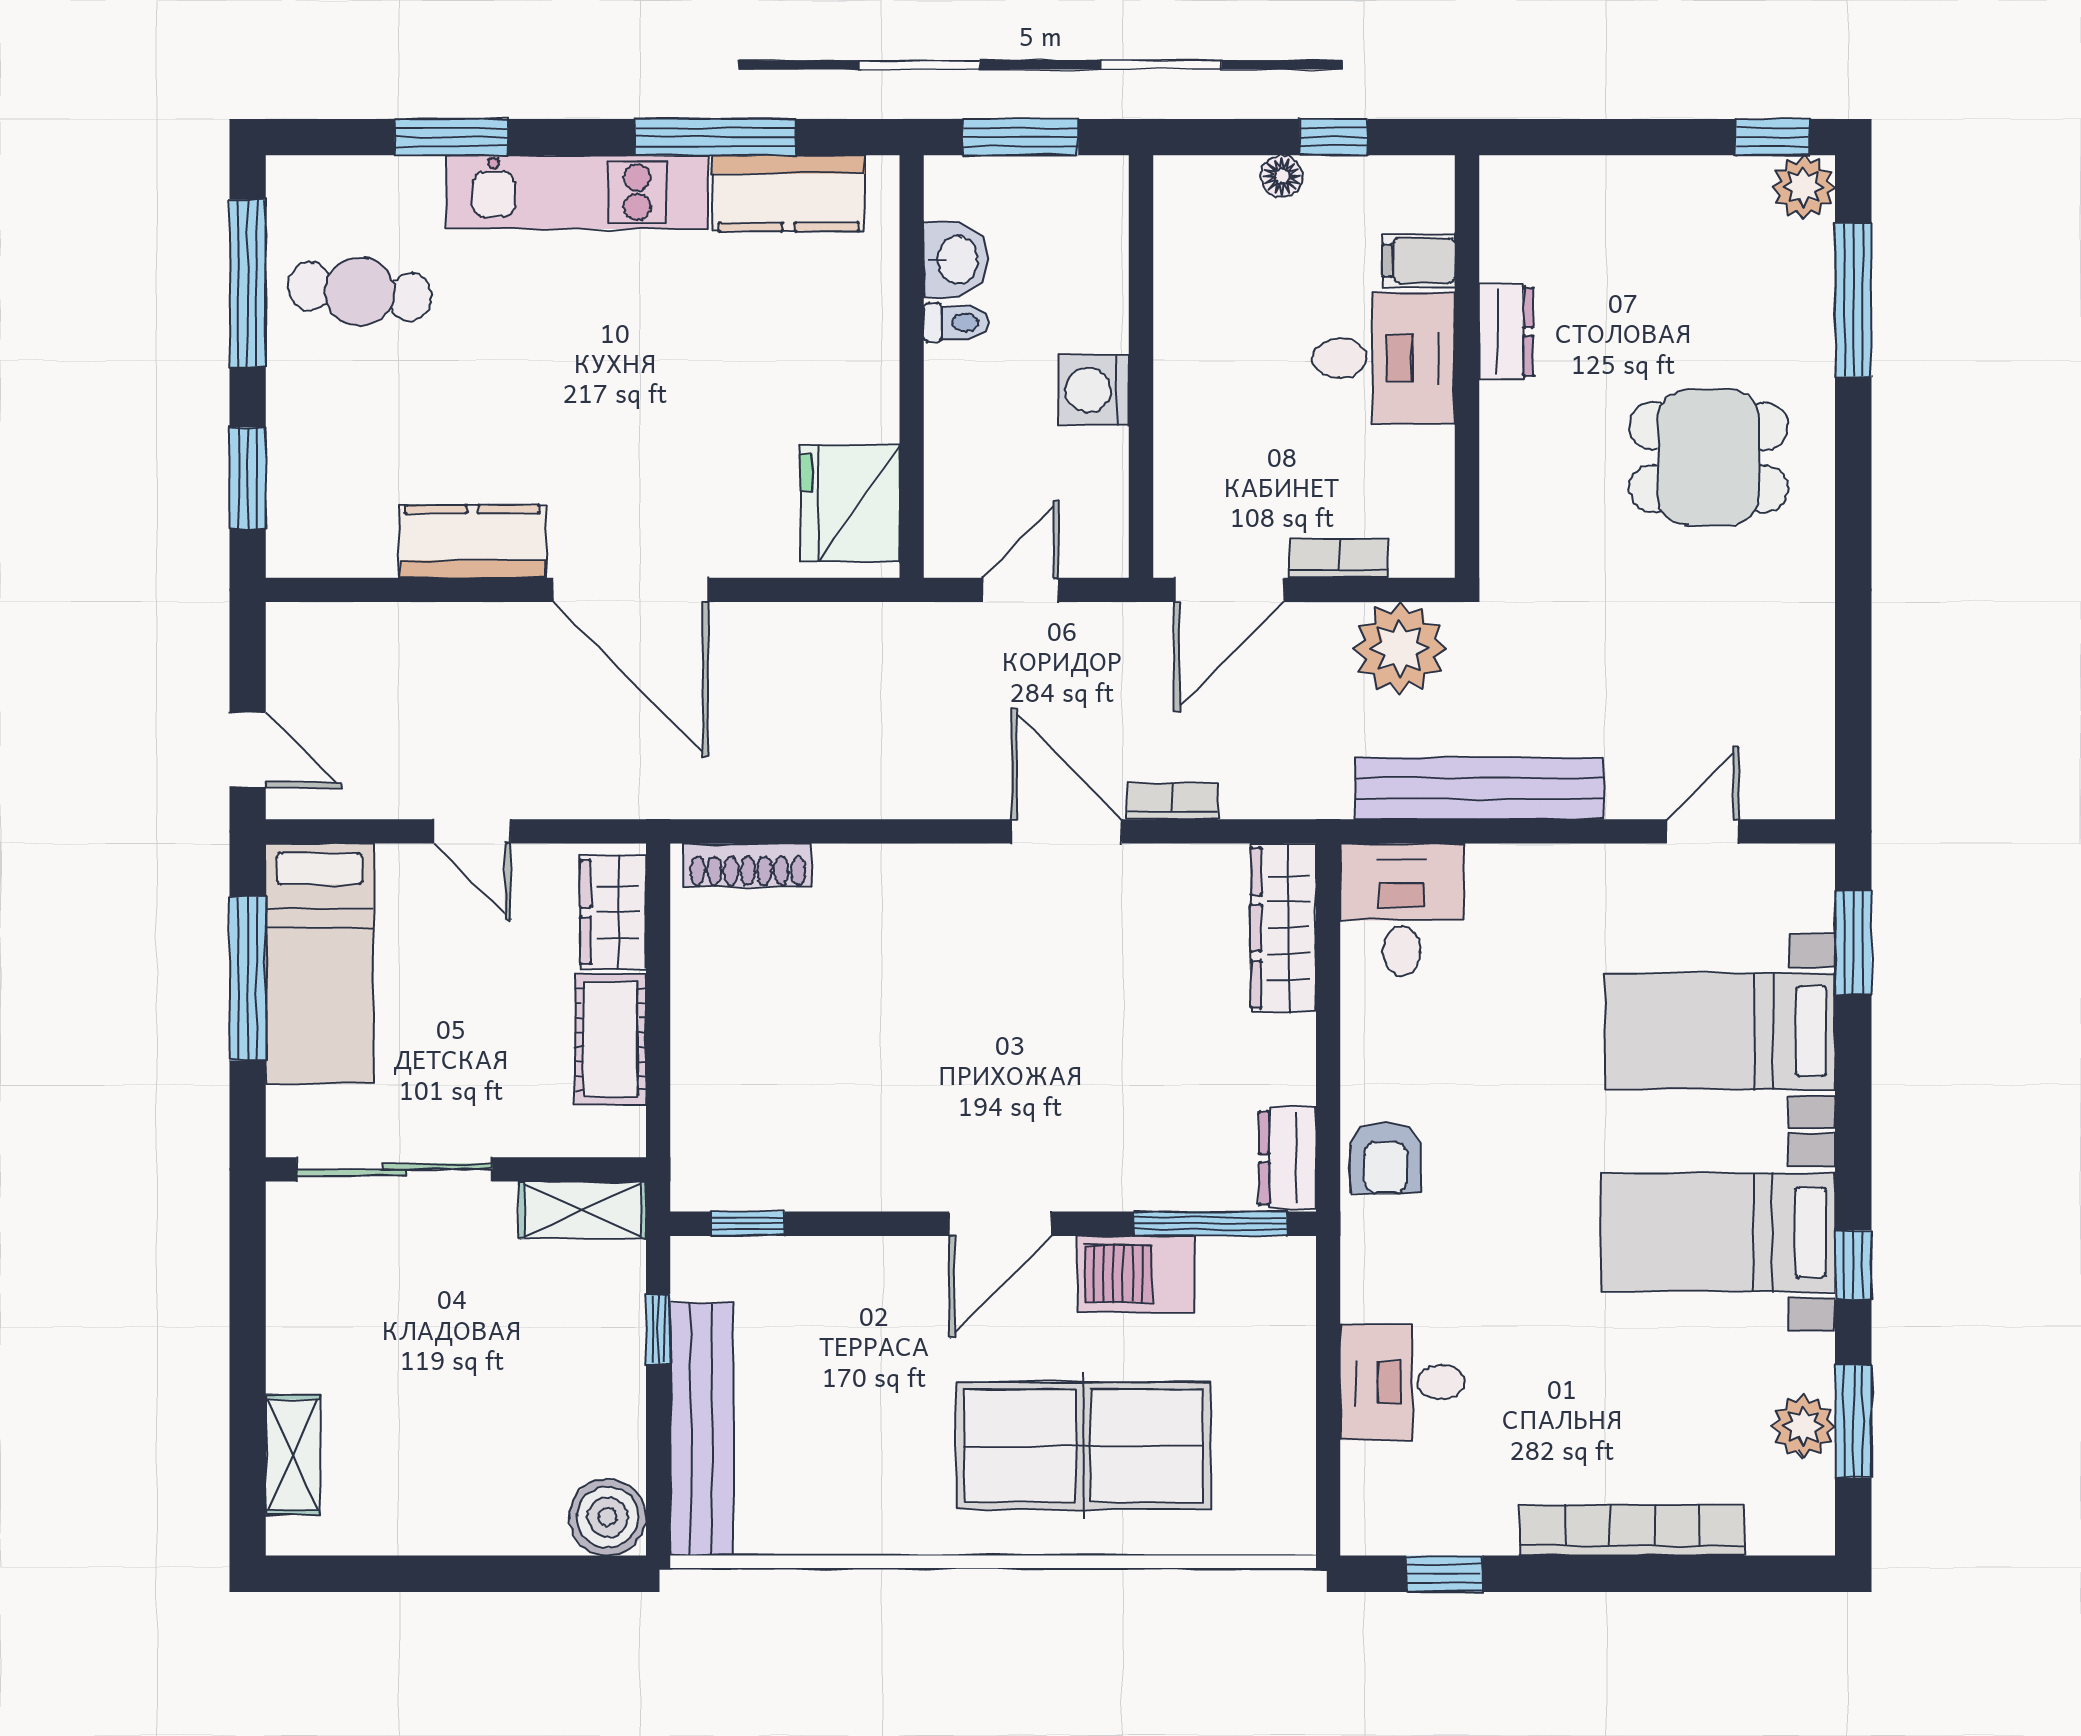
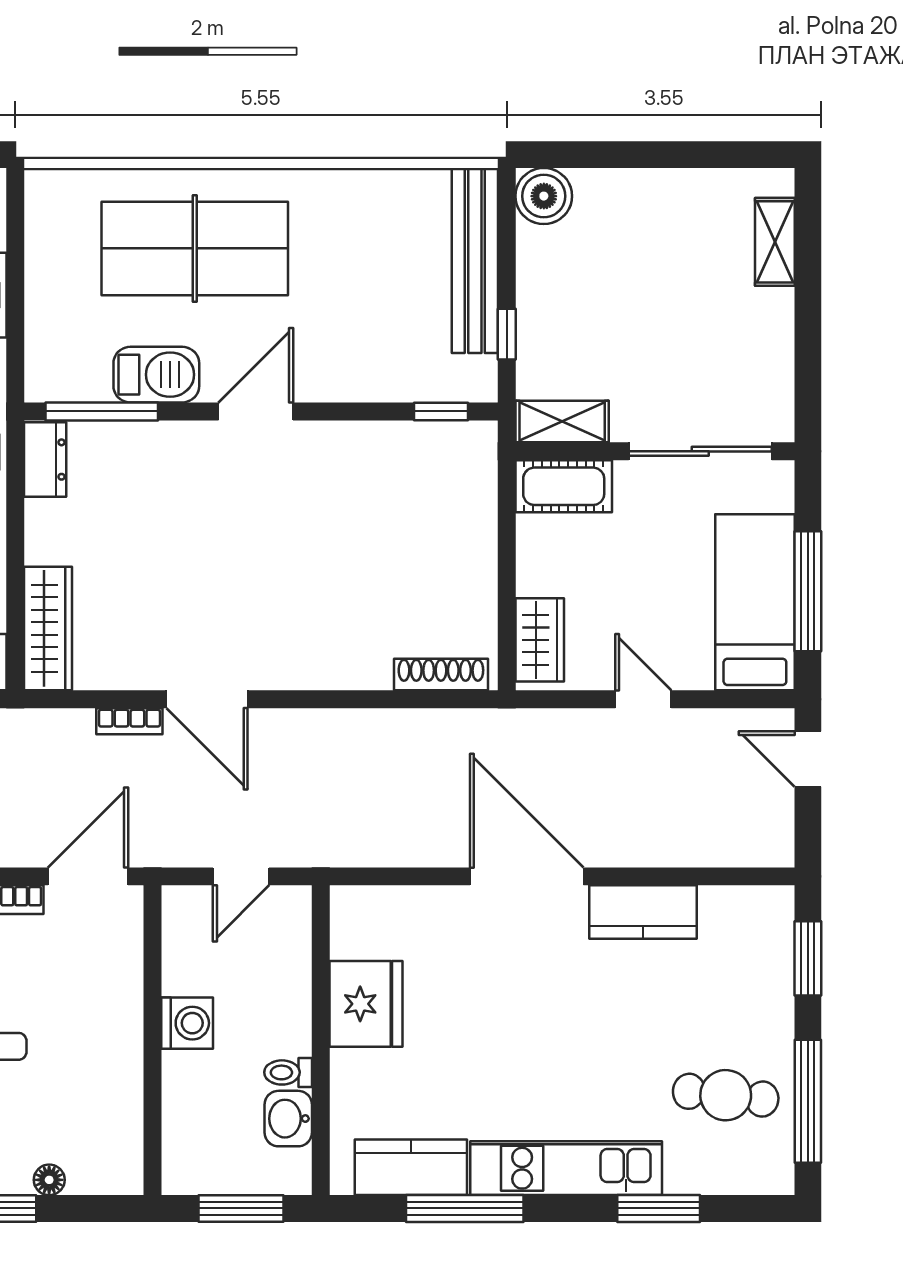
fridge: (850, 503) -> (366, 1004), moved
cot: (610, 1039) -> (564, 486), moved, turned 90

